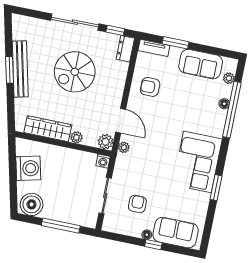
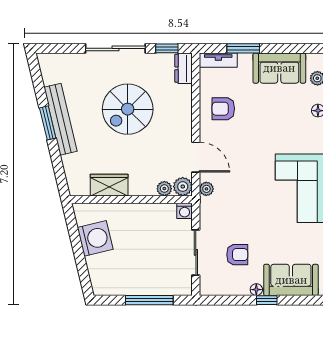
wardrobe: (48, 129) -> (109, 185), width x0.67
plant: (76, 137) -> (164, 189), moved
boiler: (32, 204) -> (108, 282), removed
armchair: (137, 204) -> (237, 255), turned 90

